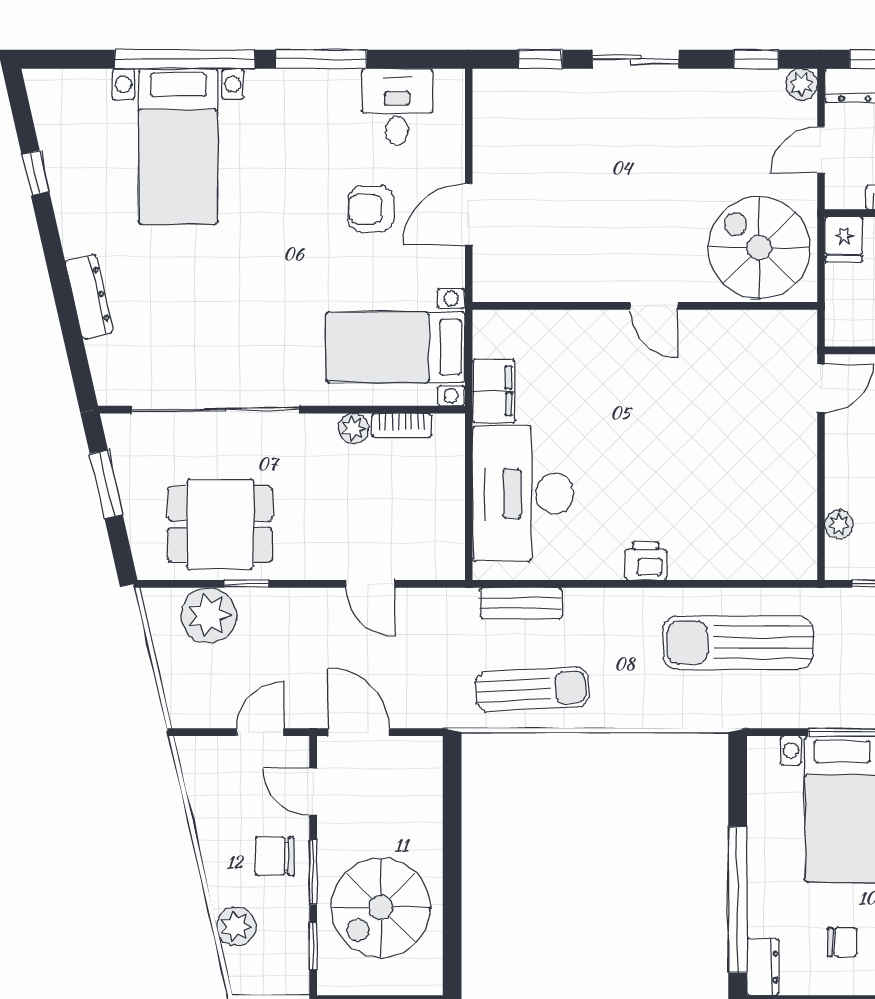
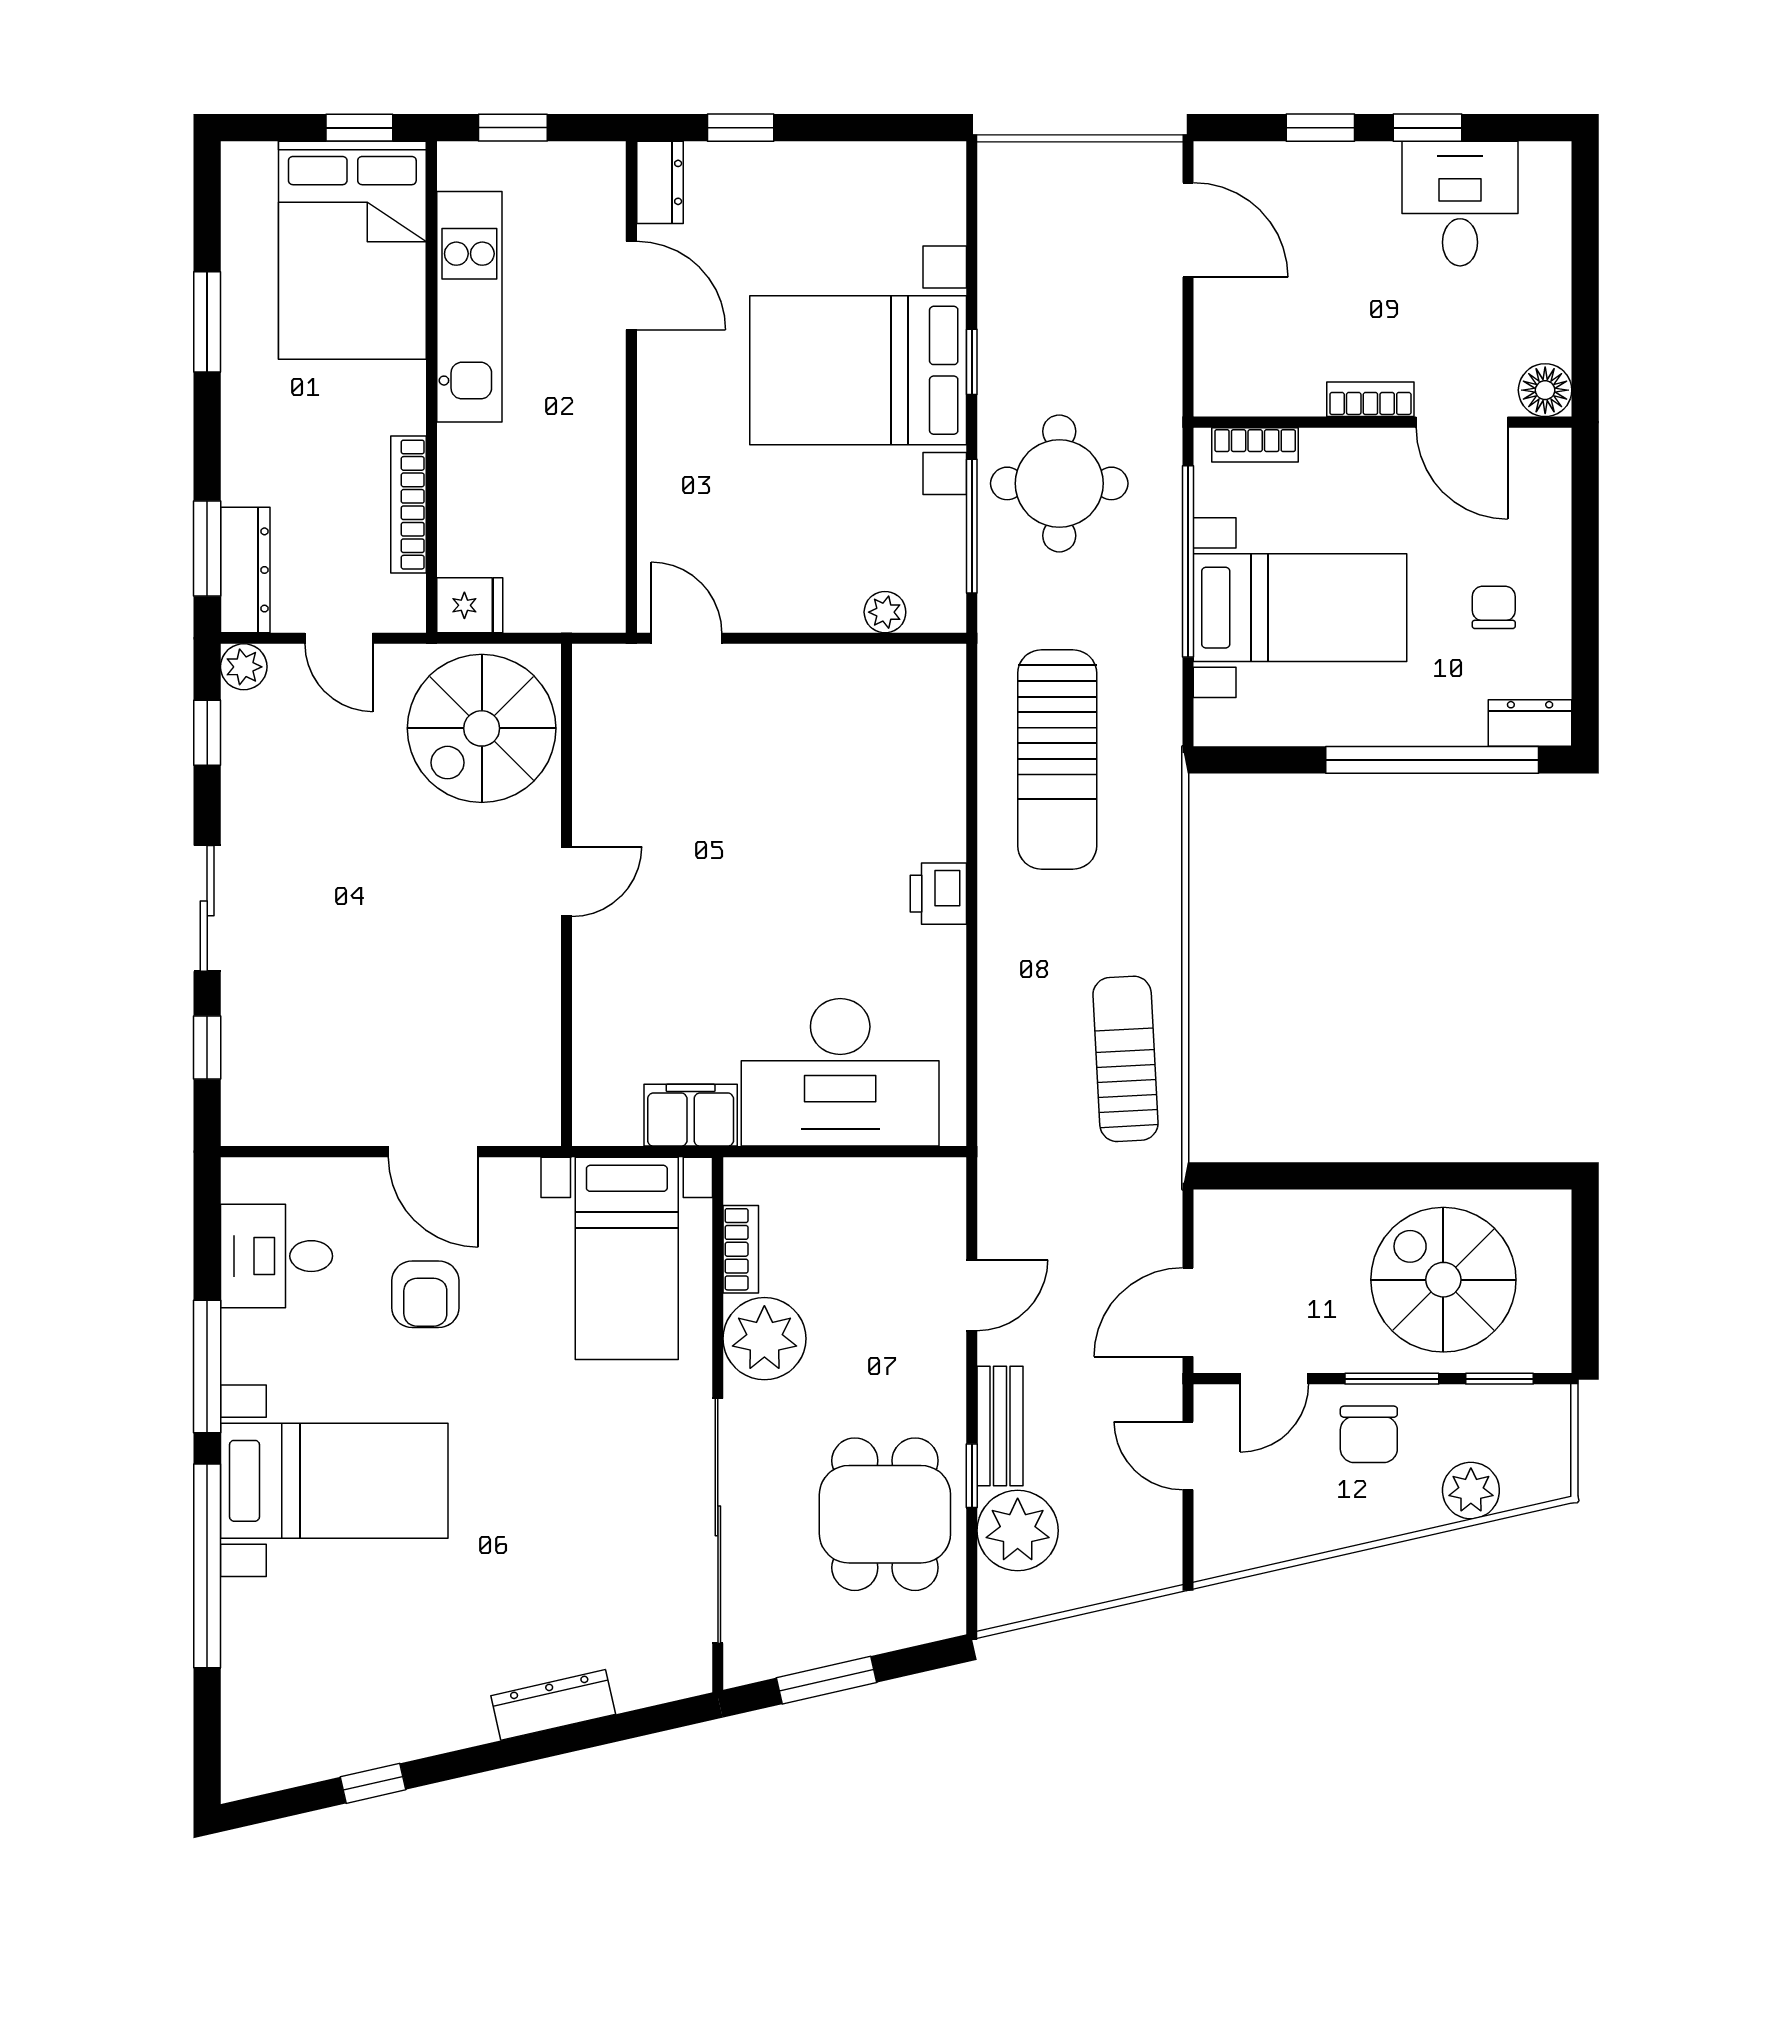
bed with nightstands: (178, 146) -> (334, 1481), moved
plant: (354, 428) -> (764, 1339), width x1.88, depth x1.88
bench: (521, 603) -> (1000, 1426), moved
spiral stairs: (381, 907) -> (1443, 1280), turned 180

